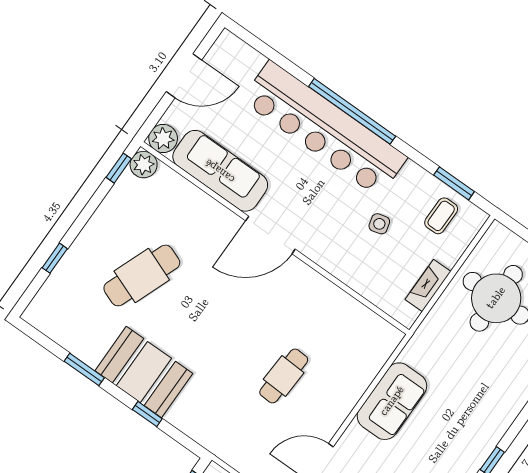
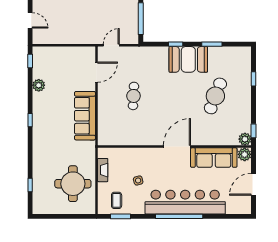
sofa: (392, 401) -> (85, 116), width x1.36

